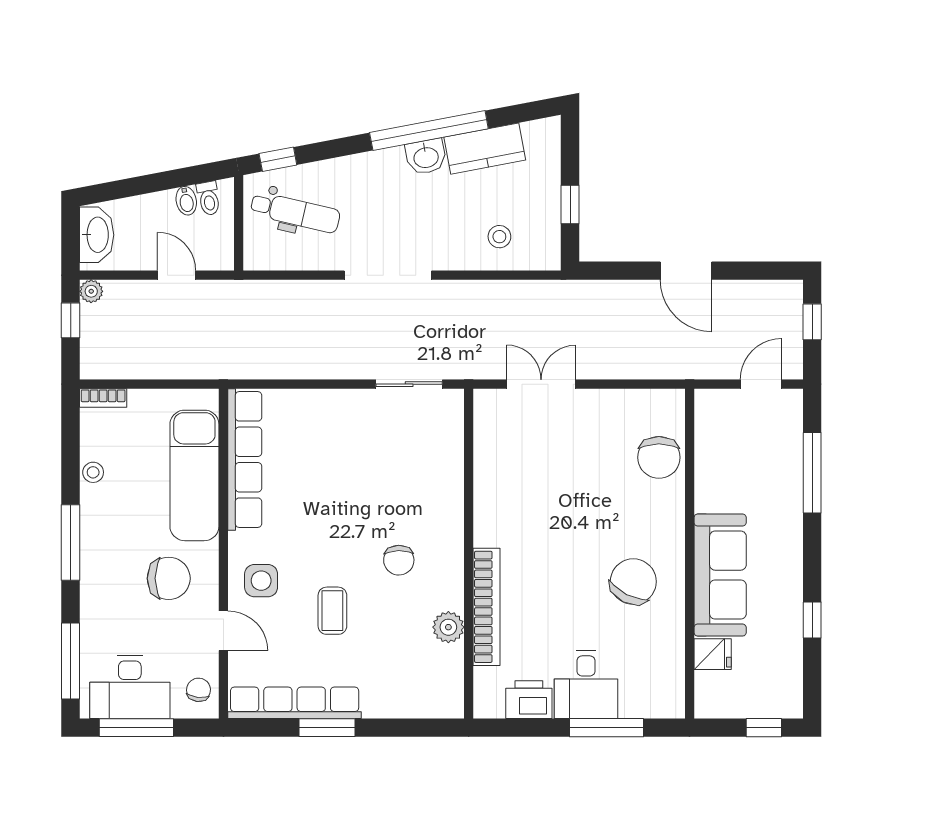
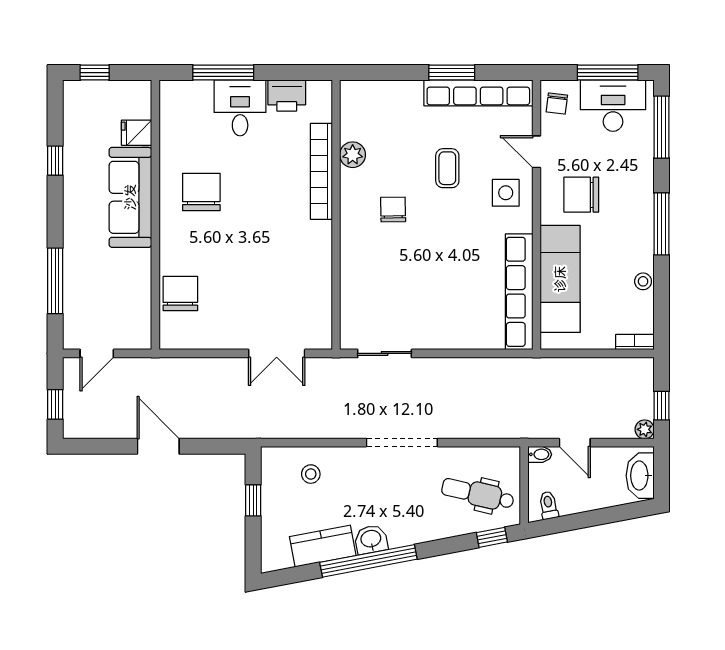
bidet: (186, 201) -> (540, 454), moved, turned 101
chair: (633, 582) -> (201, 192), turned 153

